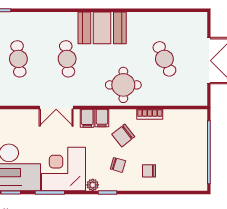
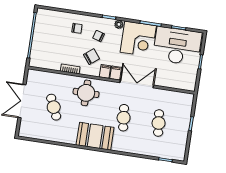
double door: (56, 108) -> (137, 84), width x1.37

